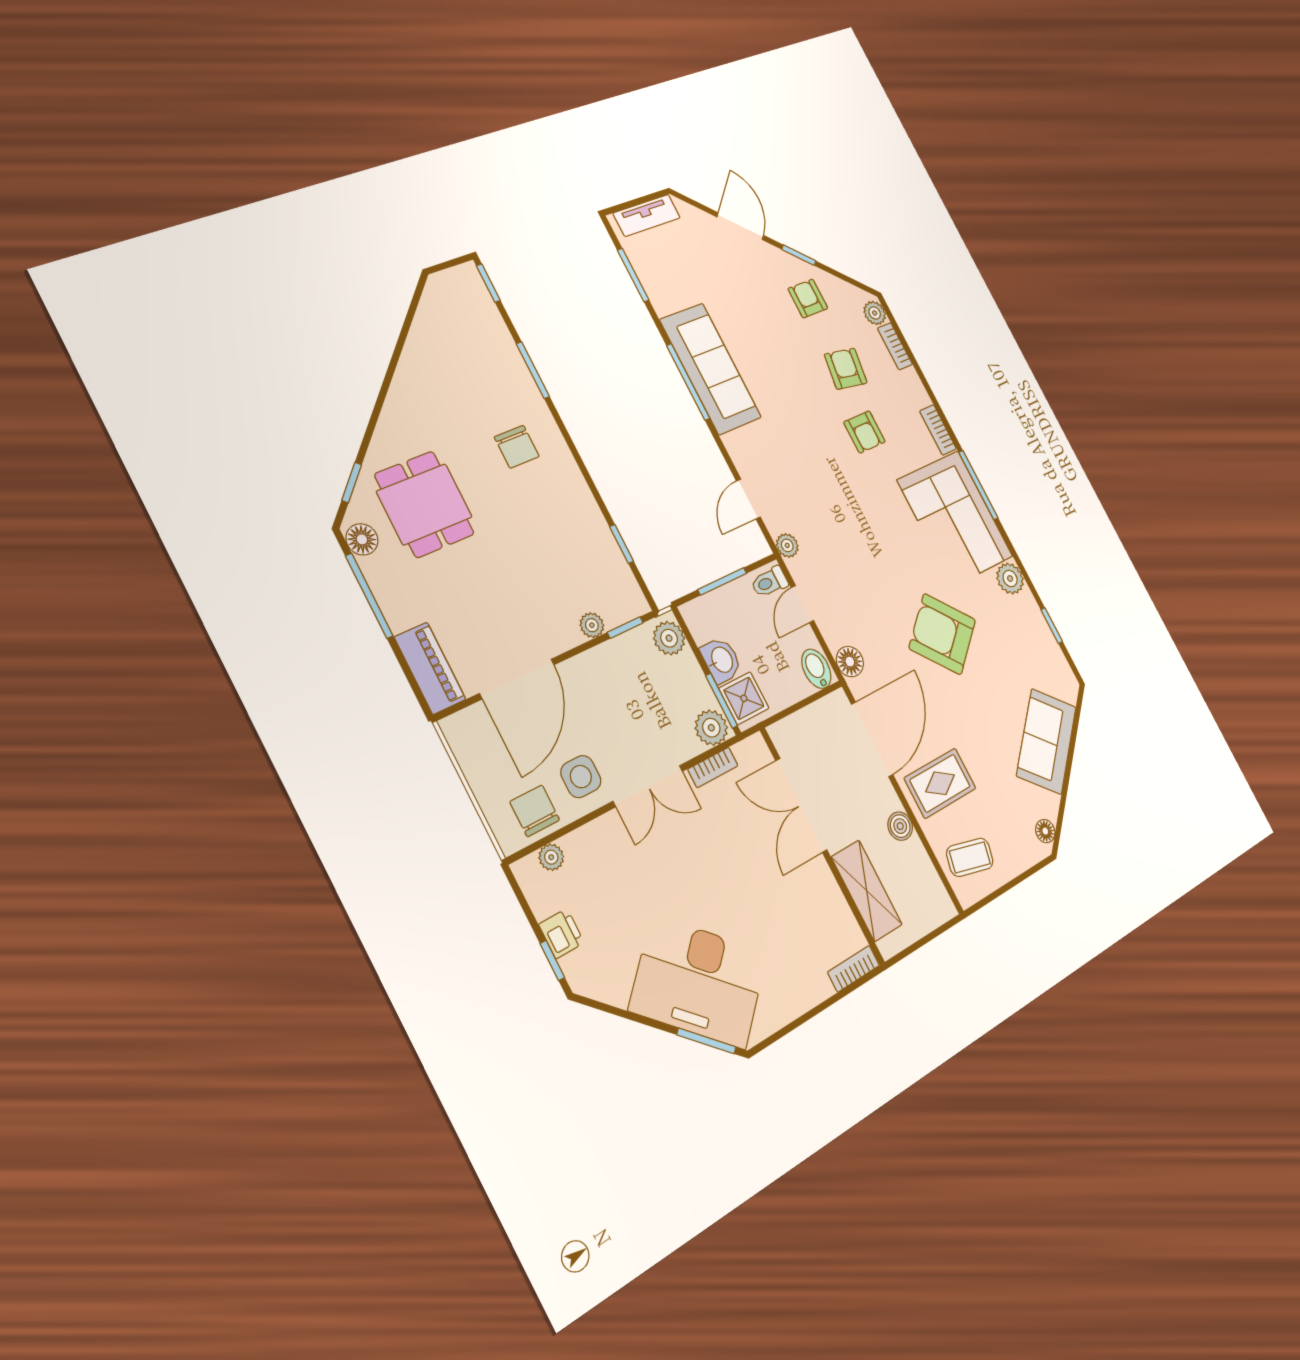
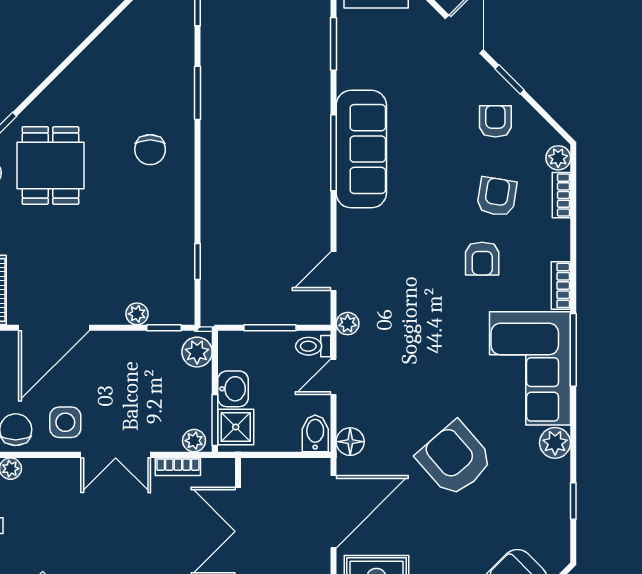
plant: (711, 728) -> (194, 441), width x0.73, depth x0.73

